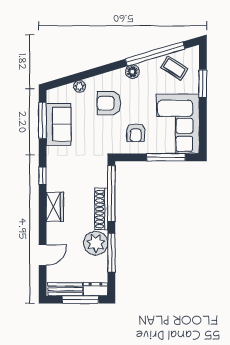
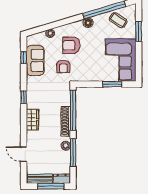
window: (43, 120) -> (24, 58), width x0.46
armchair: (136, 133) -> (63, 67), moved
window: (166, 157) -> (112, 84), width x0.69
plant: (96, 243) -> (66, 146), width x0.53, depth x0.53
door: (43, 255) -> (24, 154), swing flipped

